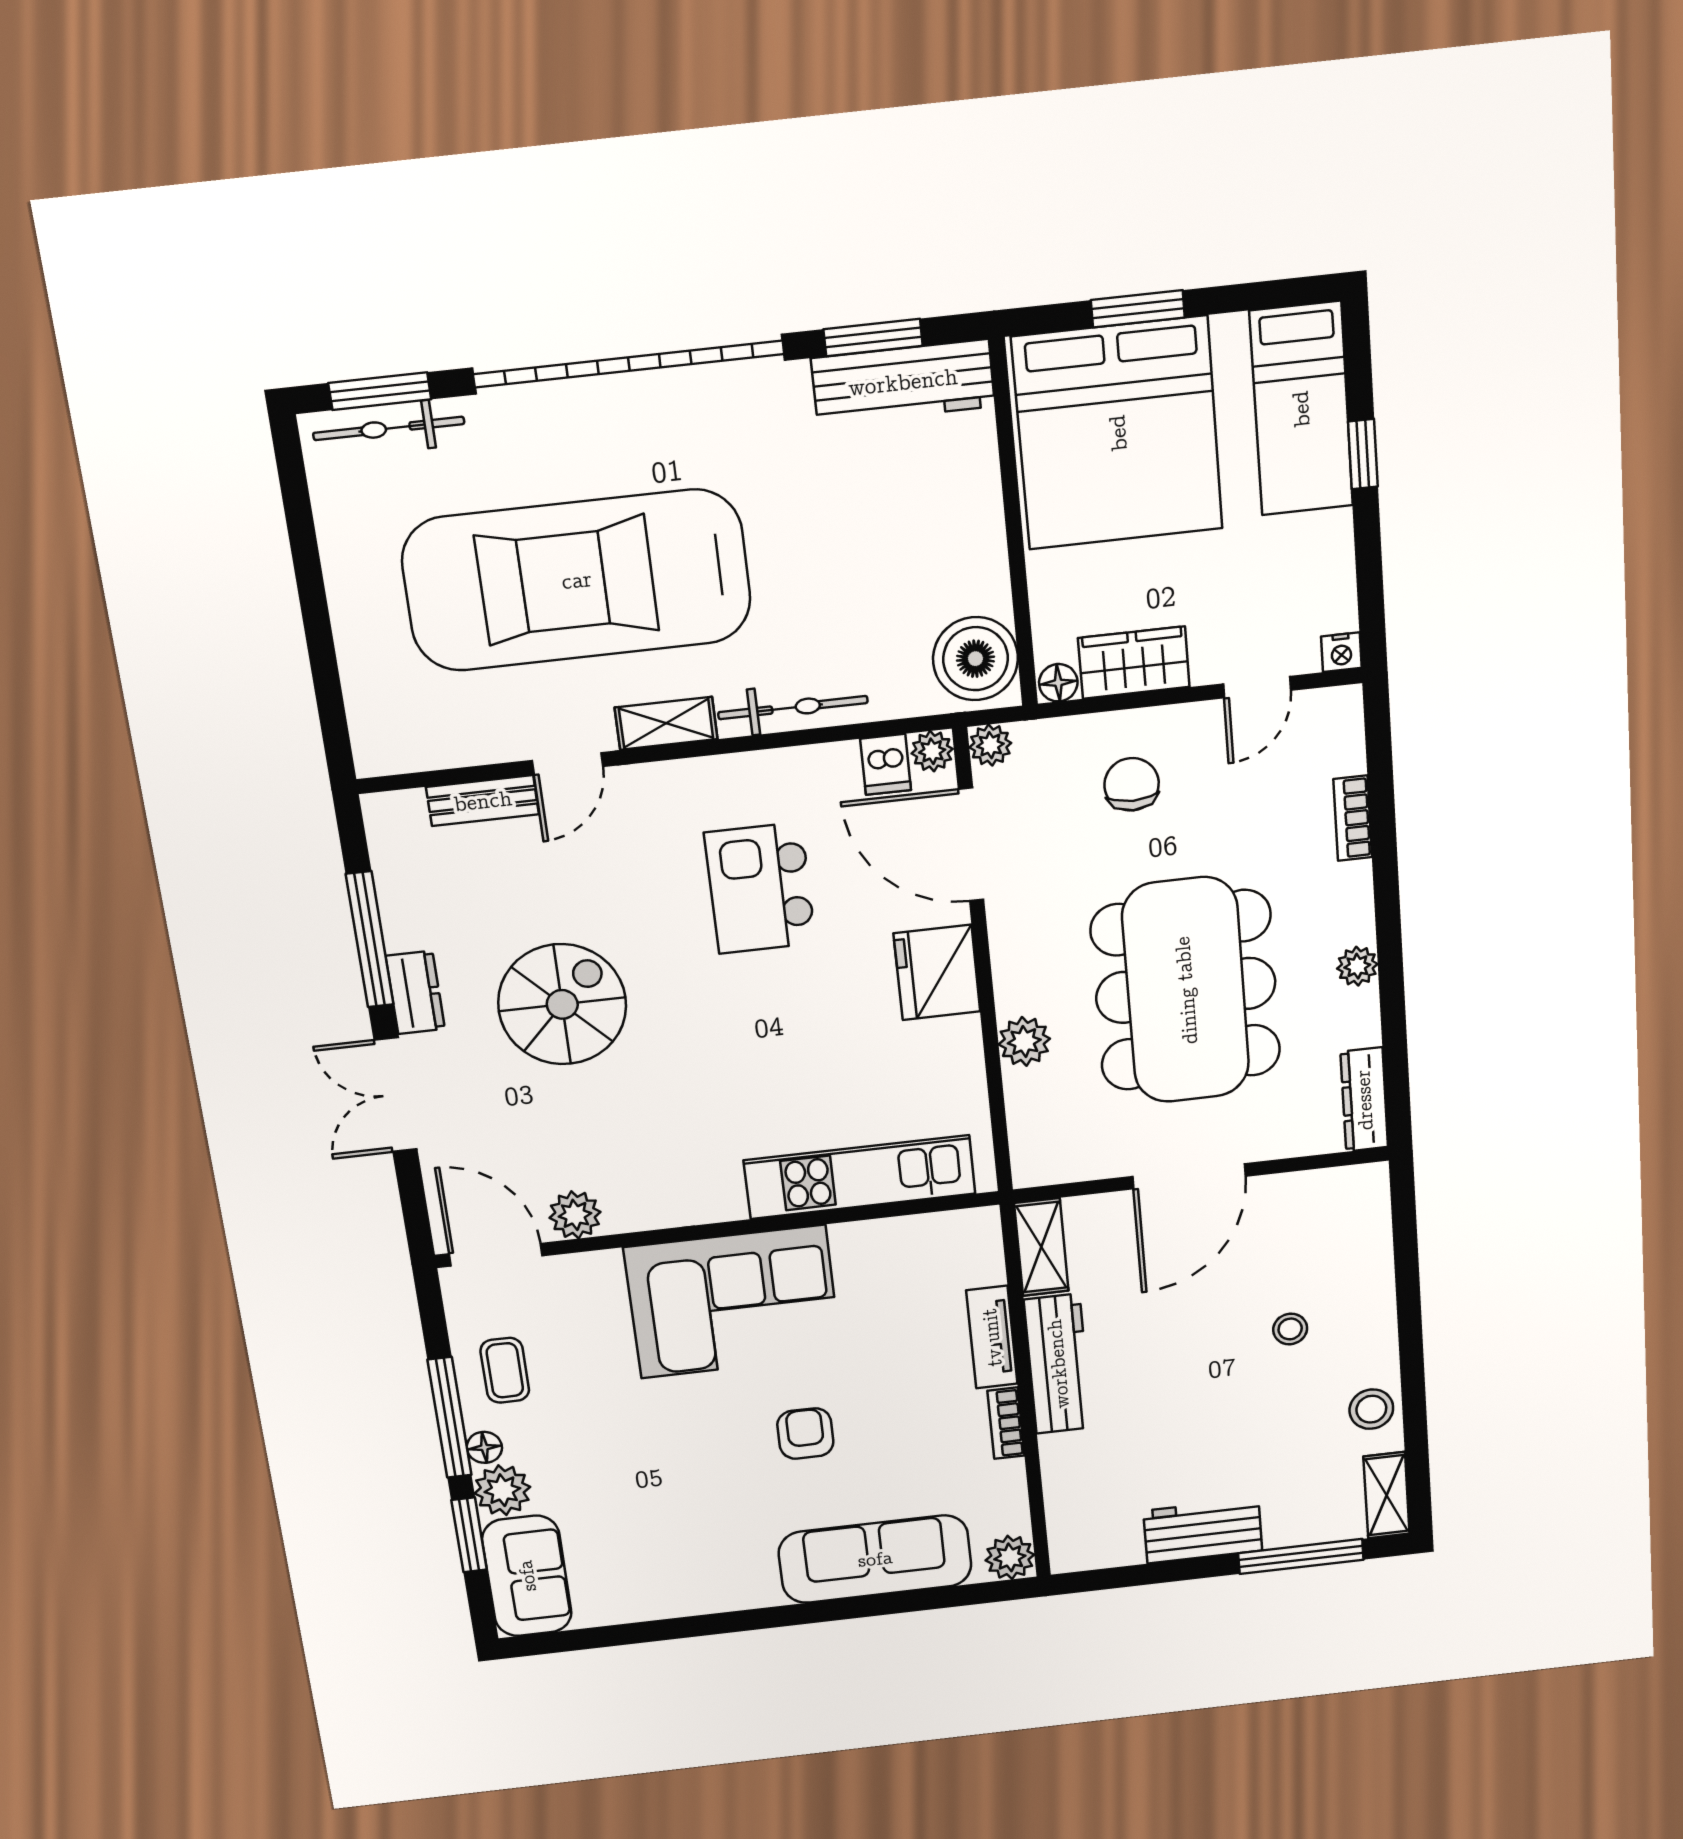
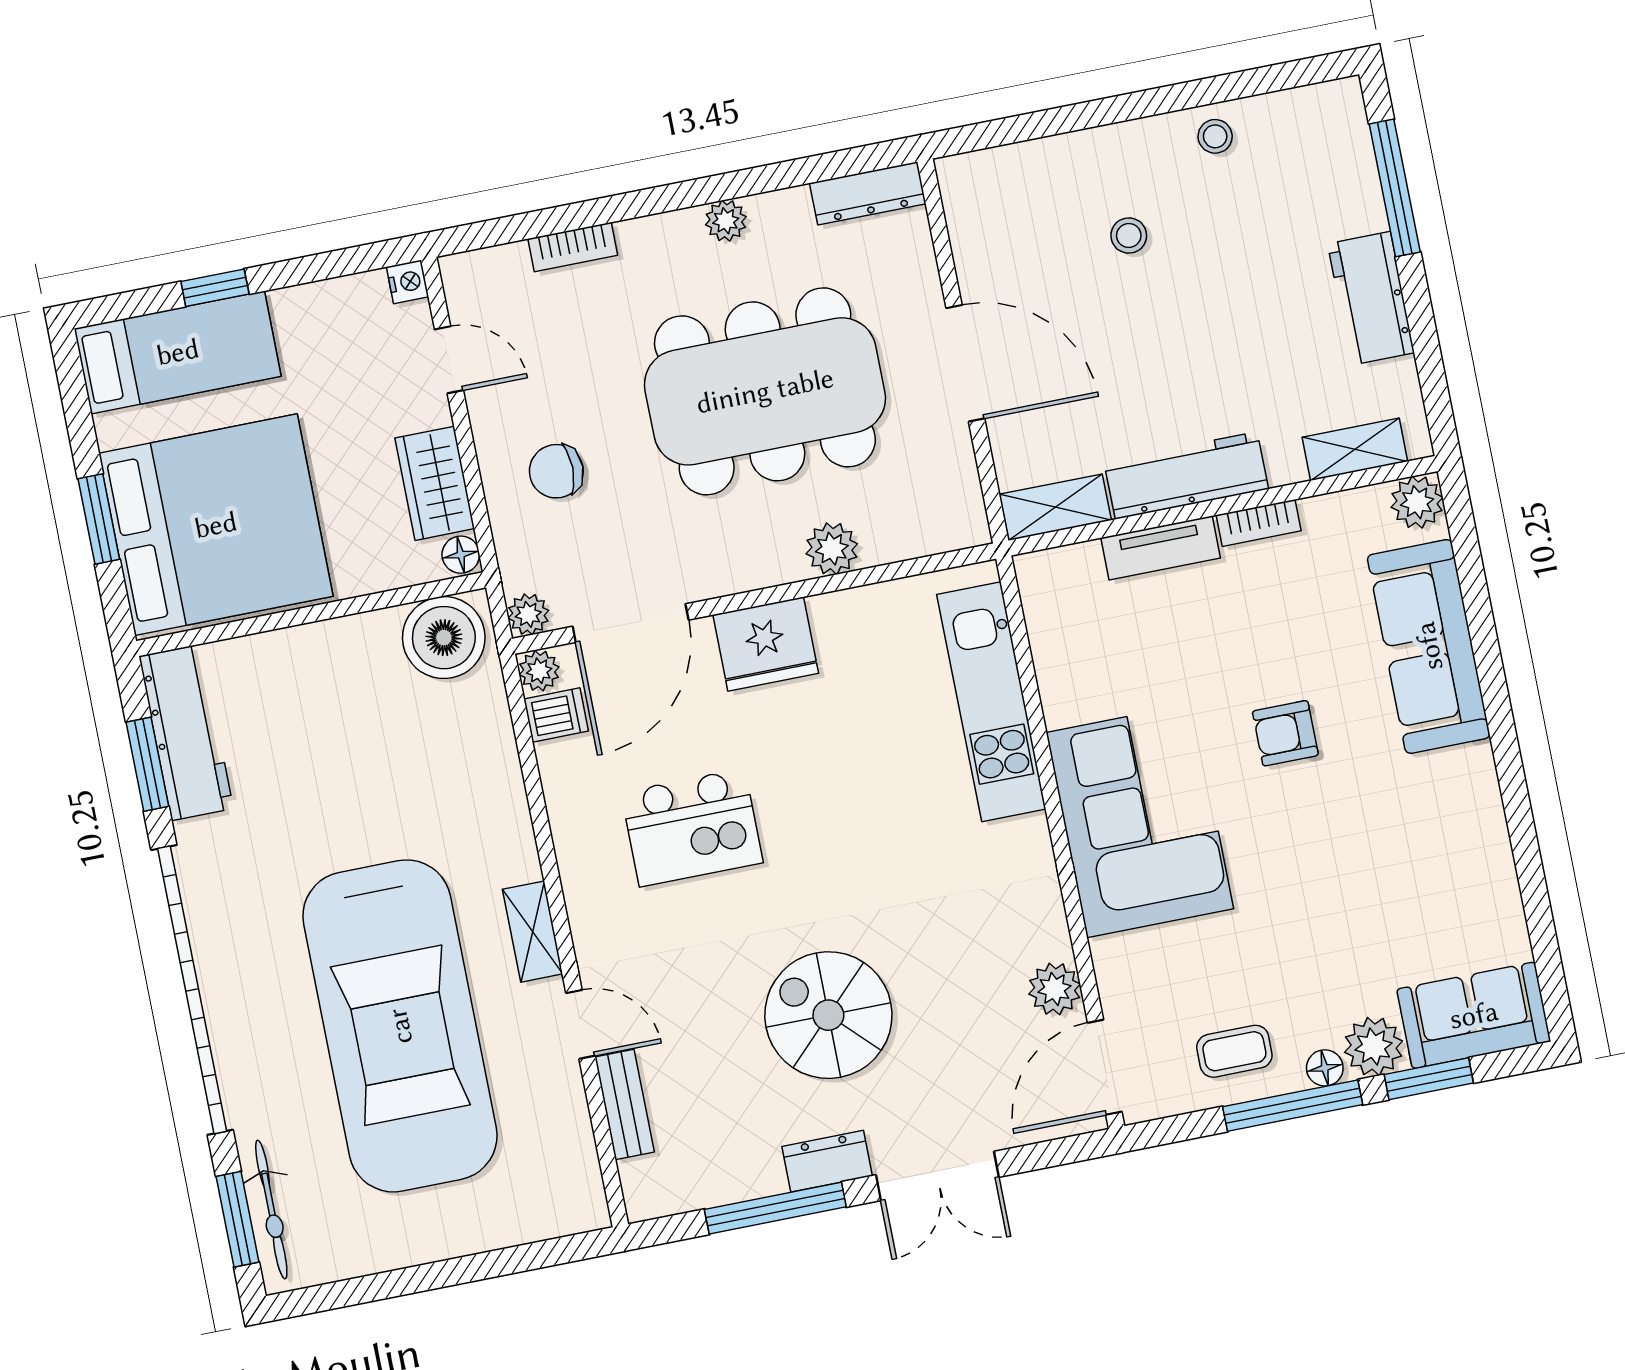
bicycle: (793, 708) -> (507, 810), removed
stool: (1371, 1409) -> (1215, 136), width x0.73, depth x0.73
shelving: (1387, 1495) -> (1355, 449), moved

